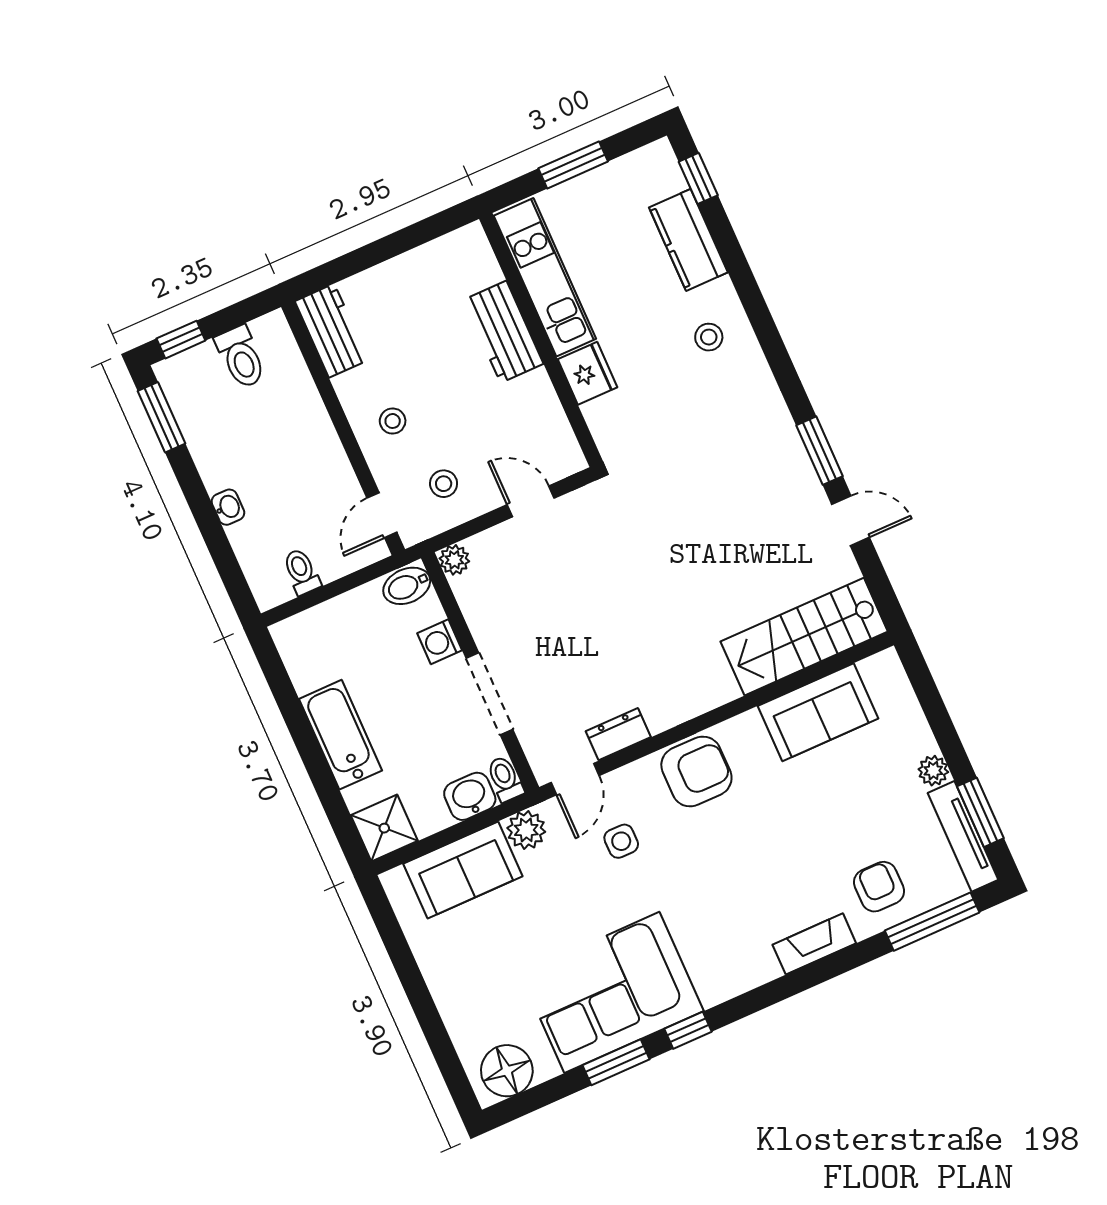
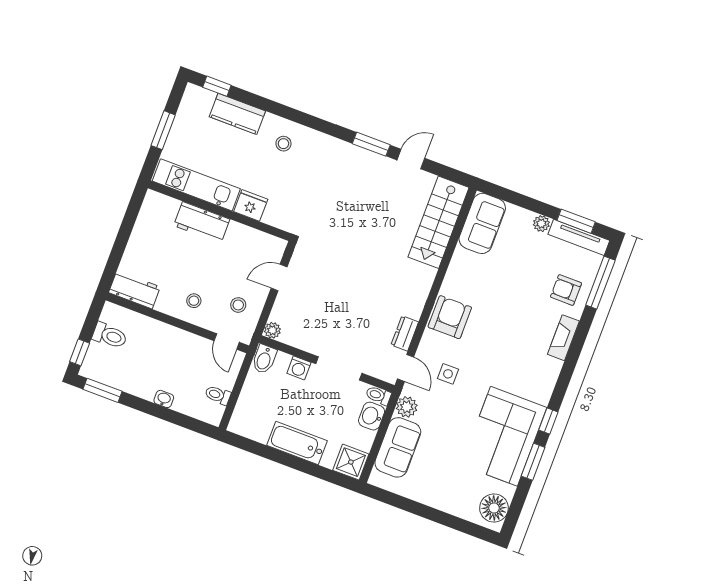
sofa: (818, 712) -> (482, 223), moved

